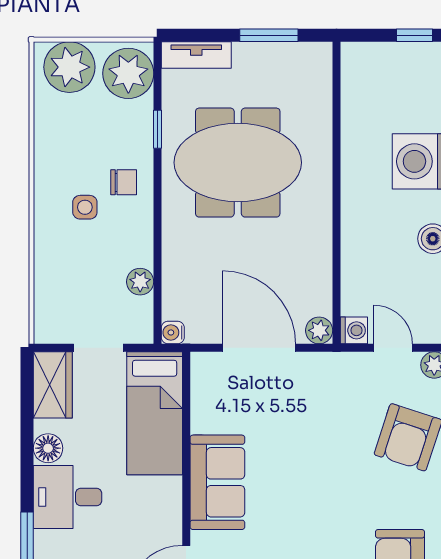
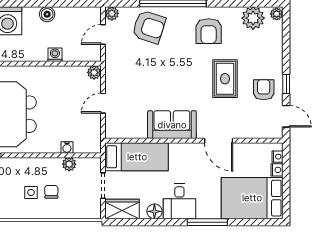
chair: (124, 182) -> (51, 192), moved
washing machine: (354, 330) -> (55, 55), moved
water cooler: (173, 332) -> (67, 147), moved
door: (259, 348) -> (103, 103), width x0.53

